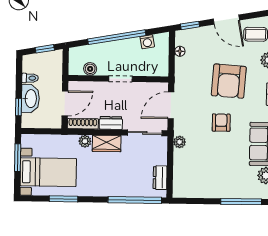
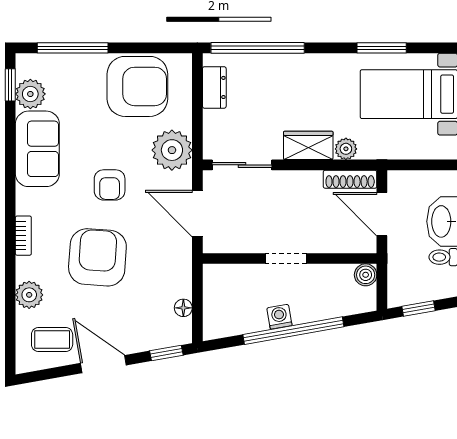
washing machine: (147, 42) -> (279, 317), moved
boiler: (90, 69) -> (366, 275), moved
door: (65, 103) -> (382, 214), hinge flipped
door: (171, 105) -> (197, 214), swing flipped
dresser: (111, 123) -> (301, 181), removed
plant: (180, 142) -> (172, 150), width x1.88, depth x1.88
armchair: (204, 179) -> (137, 86), added

